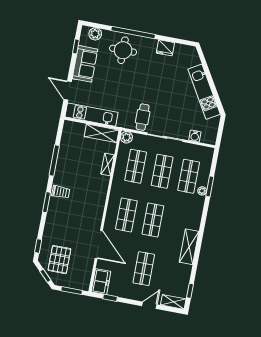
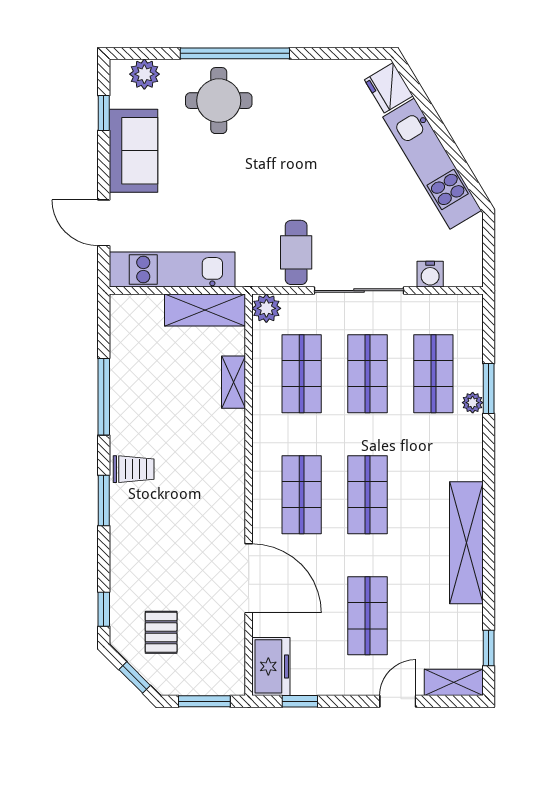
fridge: (165, 48) -> (389, 88), moved, turned 59
shelving: (189, 247) -> (466, 543), width x1.47
pallet: (59, 260) -> (161, 632), width x0.67, depth x0.71

